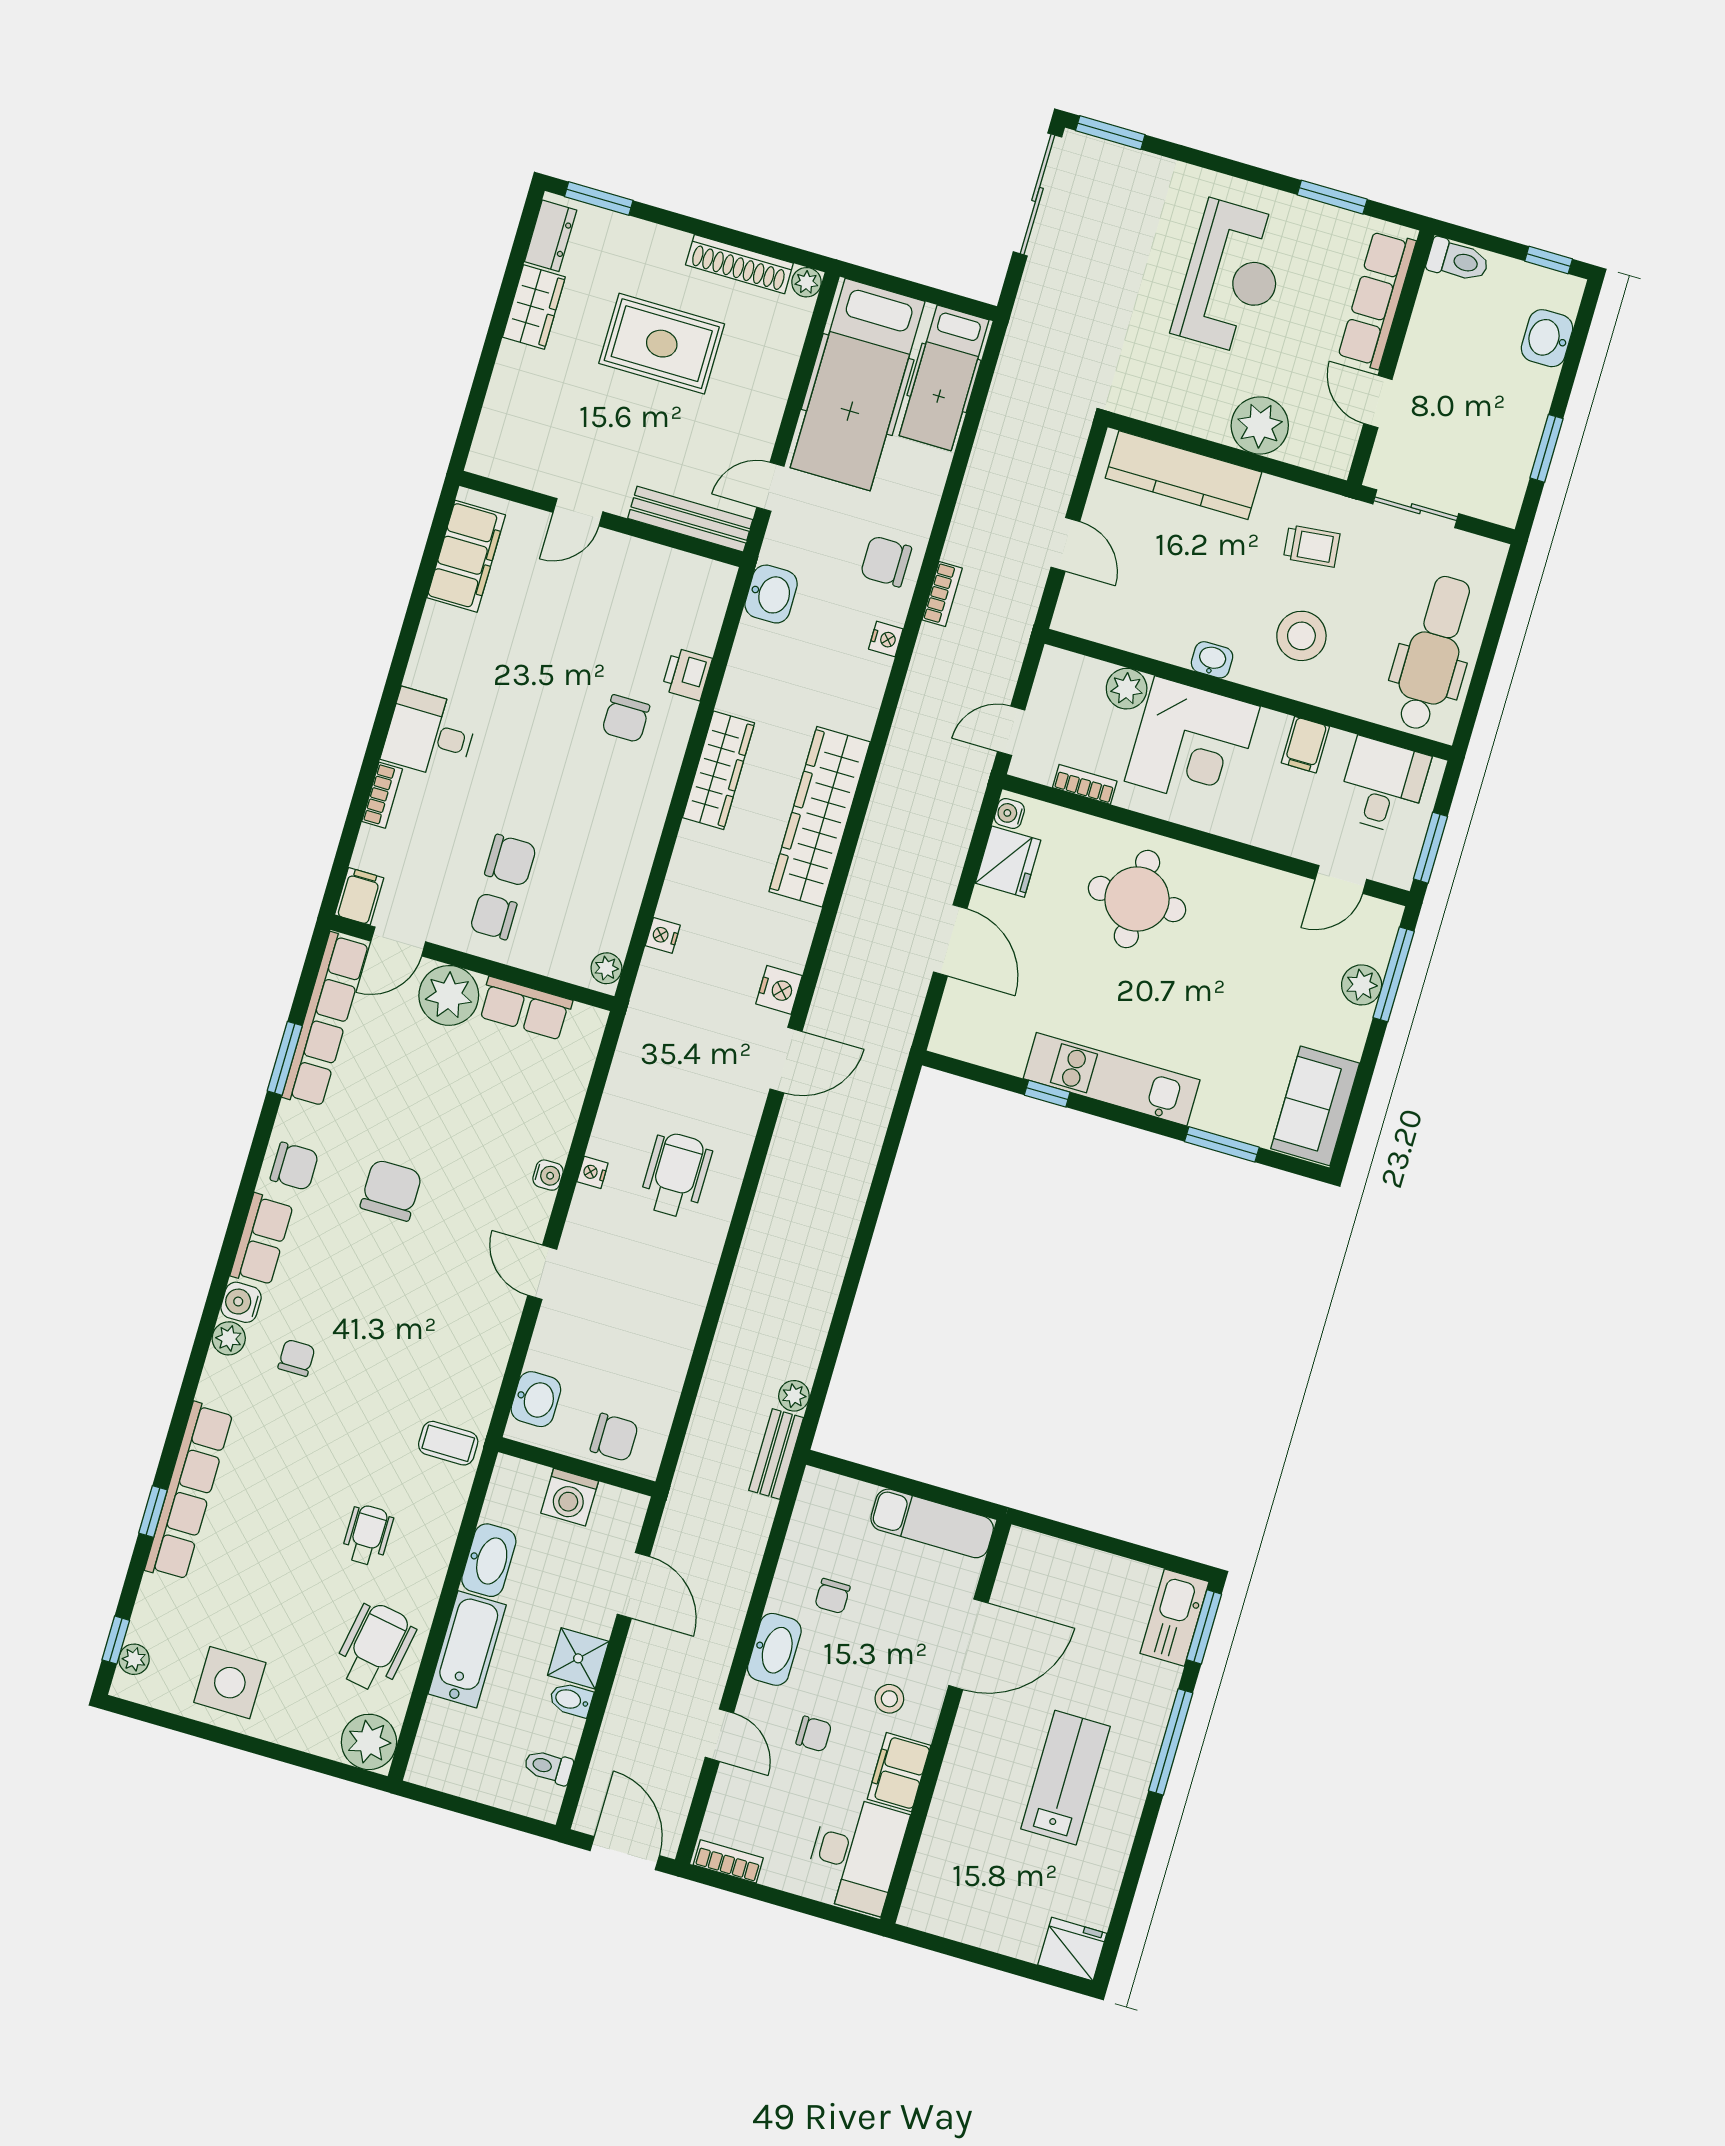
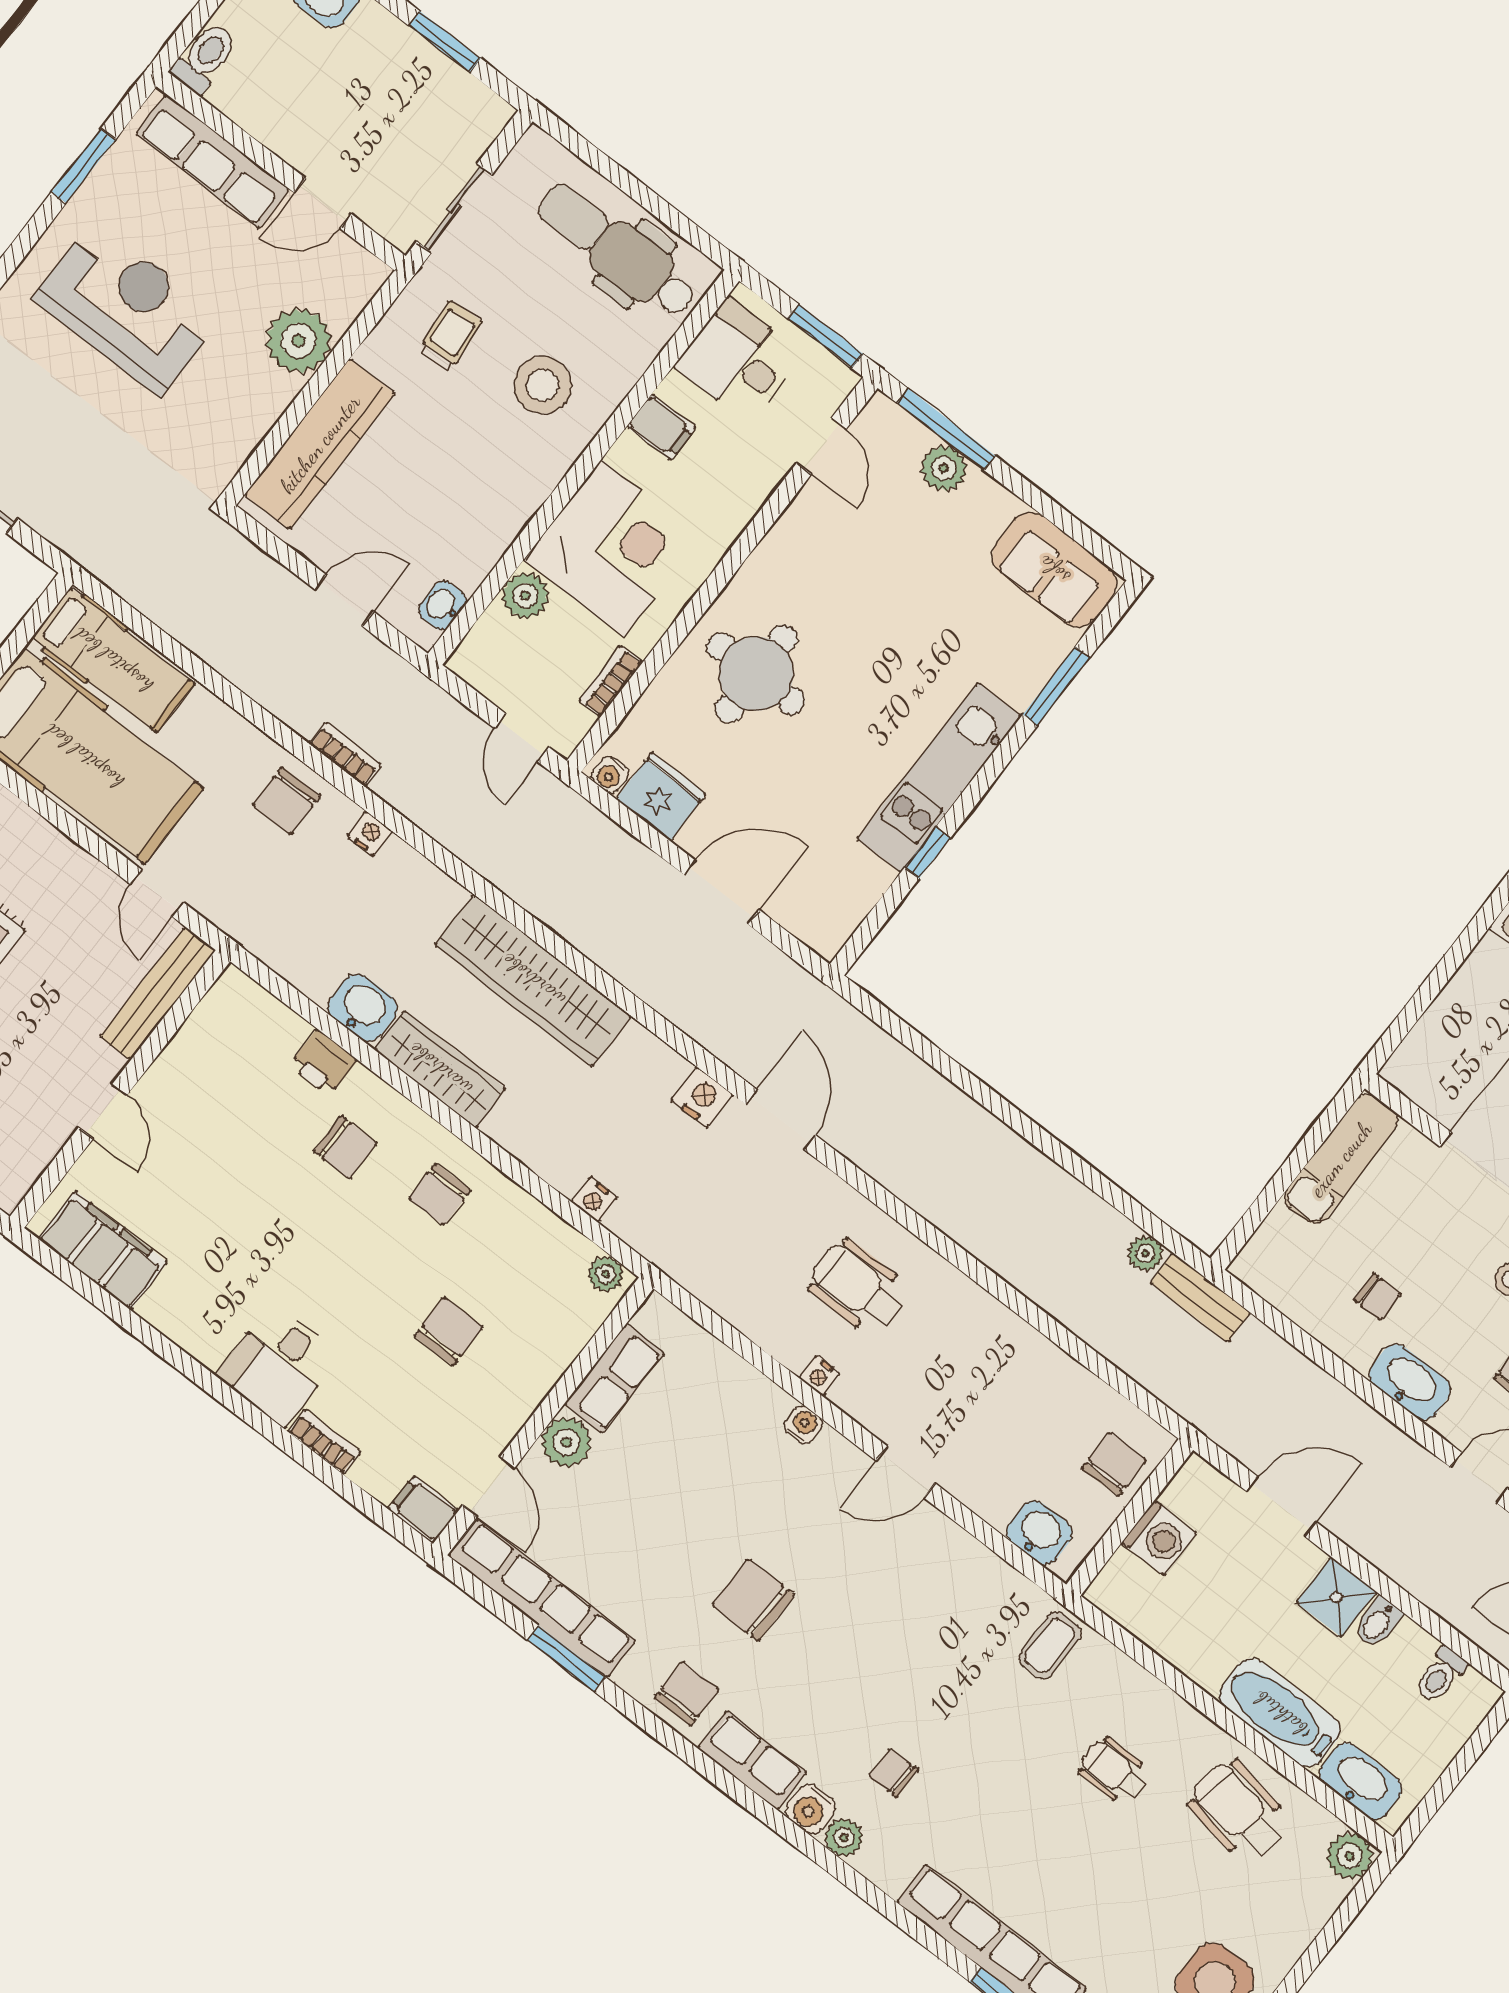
washbasin: (771, 594) -> (363, 1008), moved
washbasin: (1212, 660) -> (442, 605), moved
chair: (493, 916) -> (440, 1194), moved
plant: (449, 995) -> (566, 1442), width x0.73, depth x0.73
washbasin: (489, 1560) -> (1361, 1781), moved
plant: (369, 1742) -> (1350, 1856), width x0.73, depth x0.73

